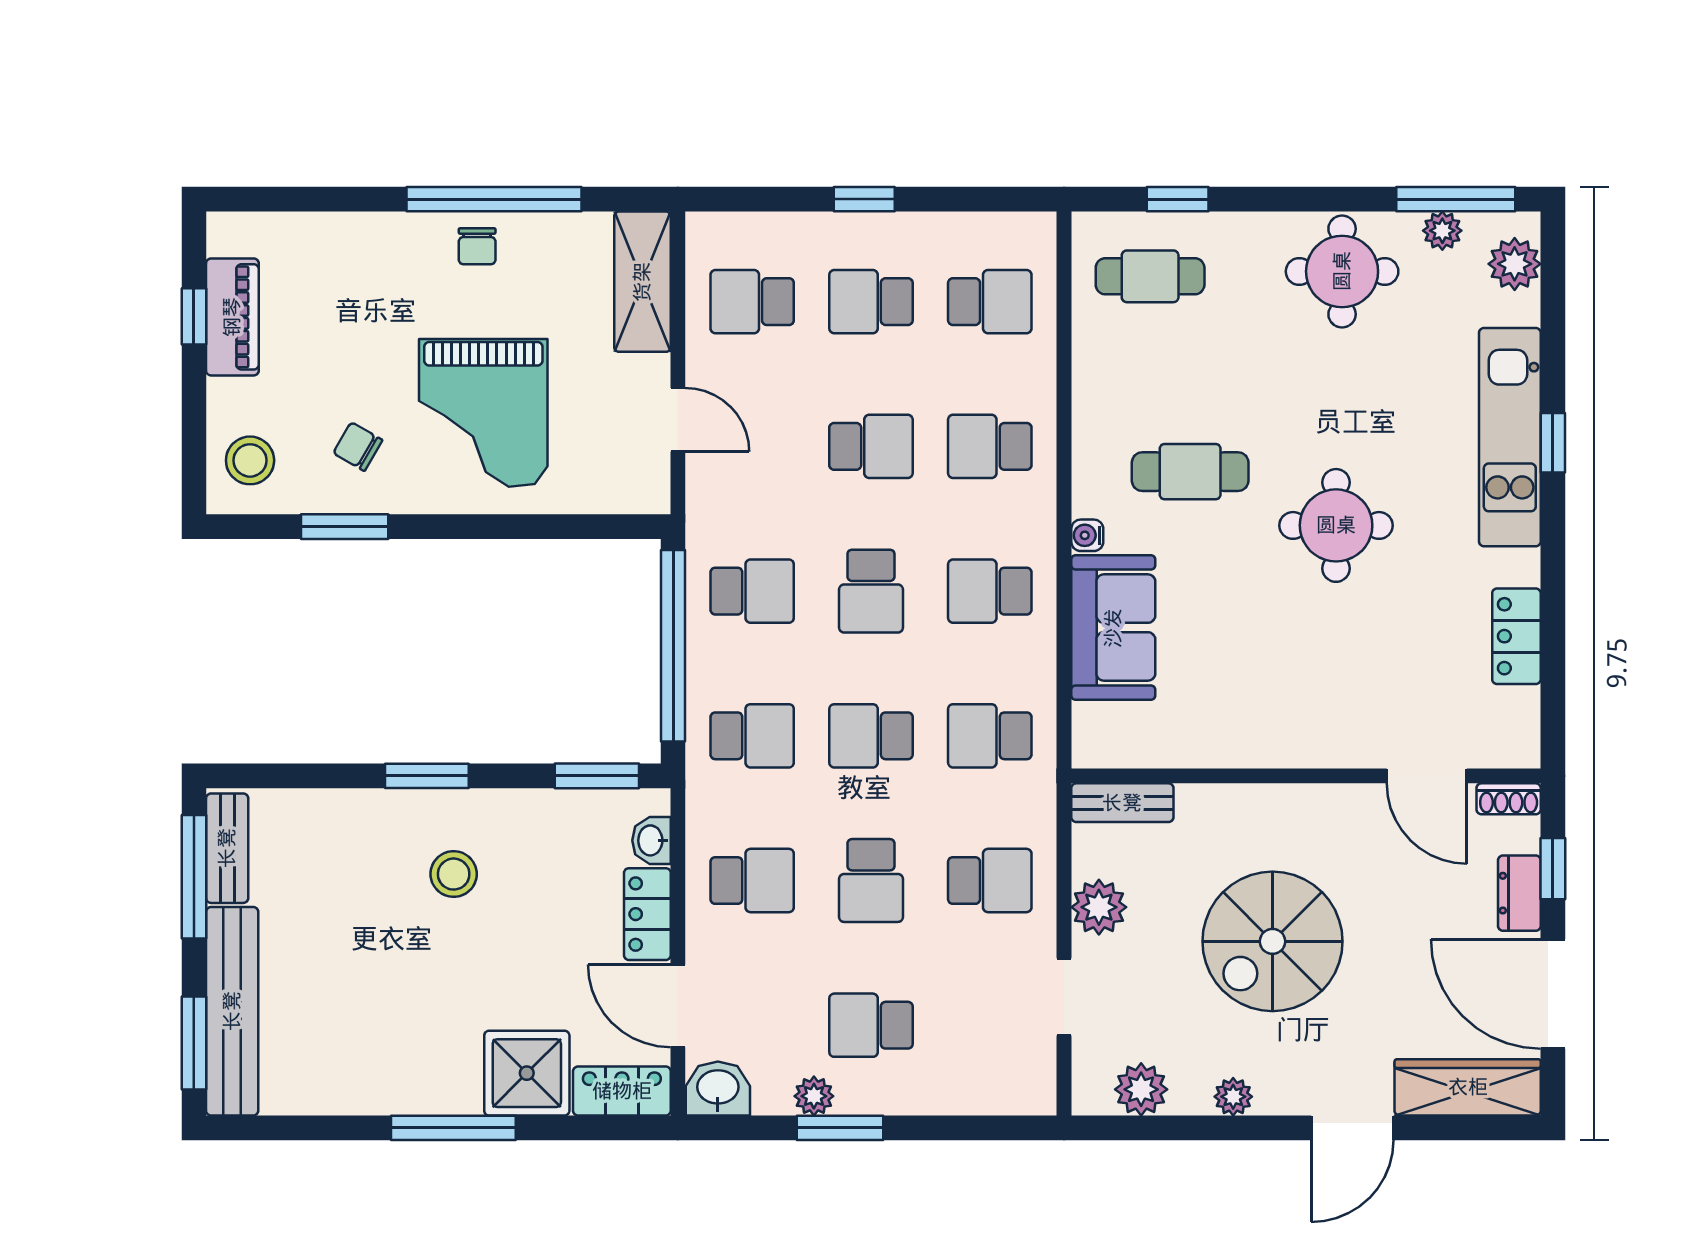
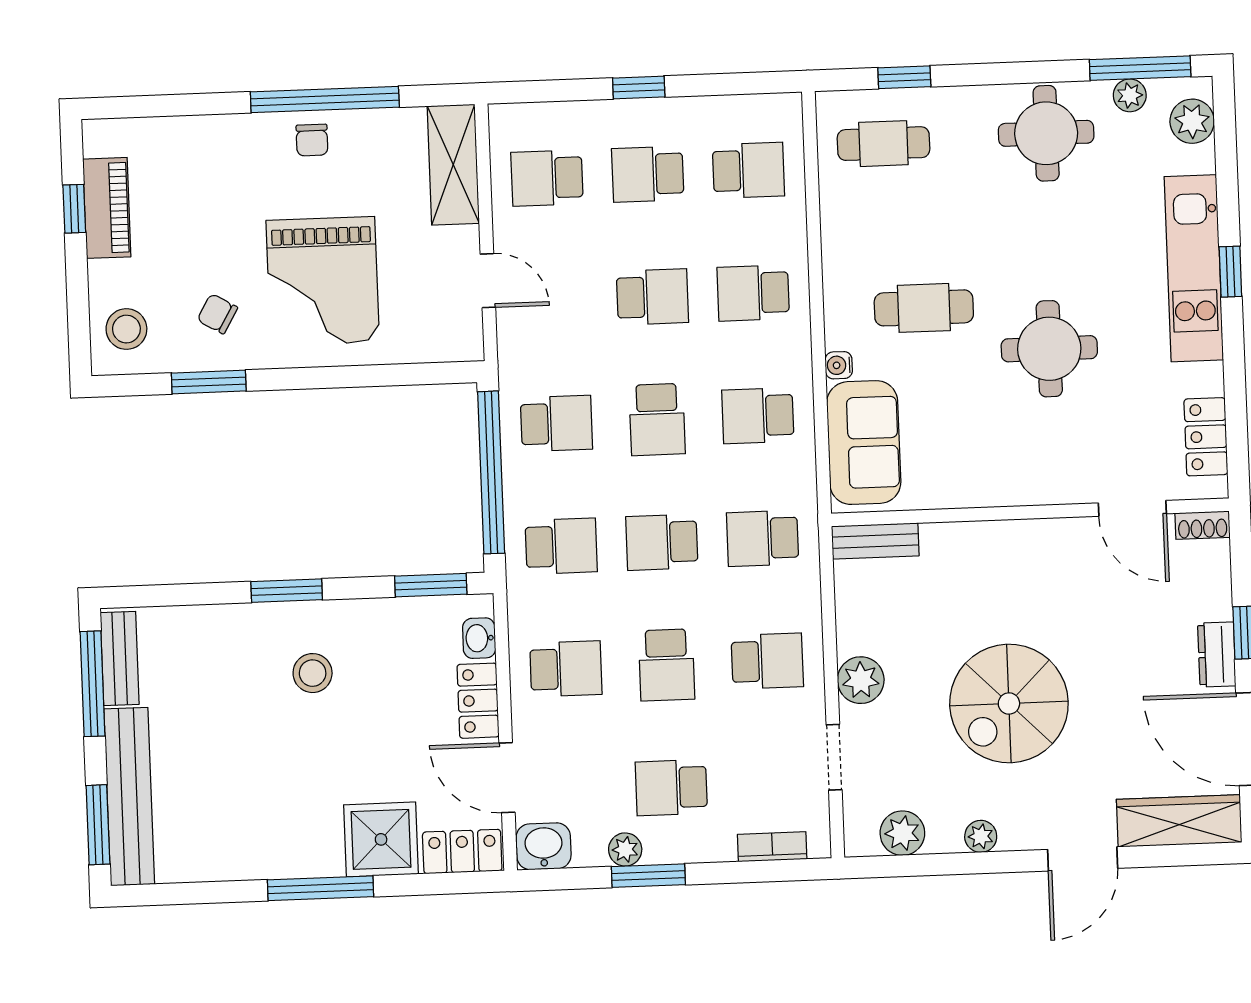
wall: (1306, 776) -> (1030, 512), moved
door: (1427, 776) -> (1132, 508), moved
shoe rack: (1509, 799) -> (1203, 525), moved
bench: (1122, 803) -> (875, 541), moved
bookcase: (987, 1099) -> (772, 847), added

